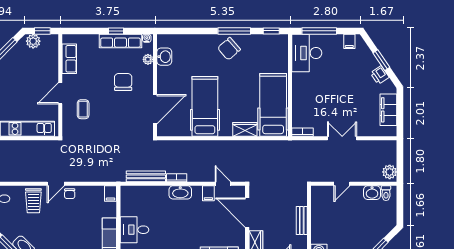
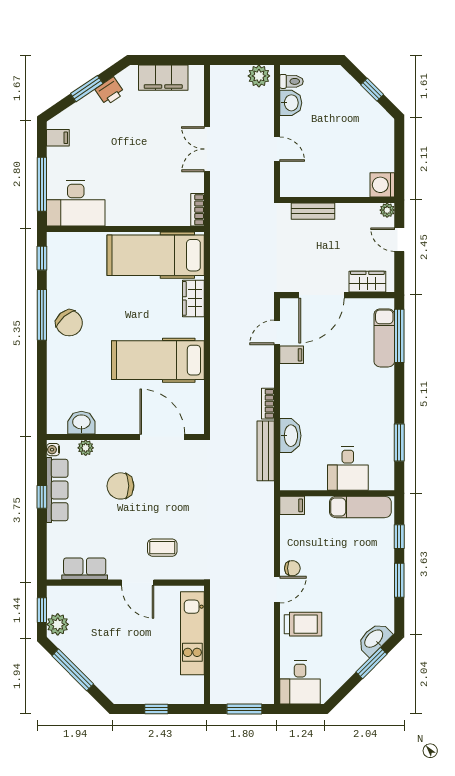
door: (56, 184) -> (277, 590), hinge flipped
washbasin: (180, 192) -> (290, 436), moved
bench: (302, 221) -> (313, 211), moved

